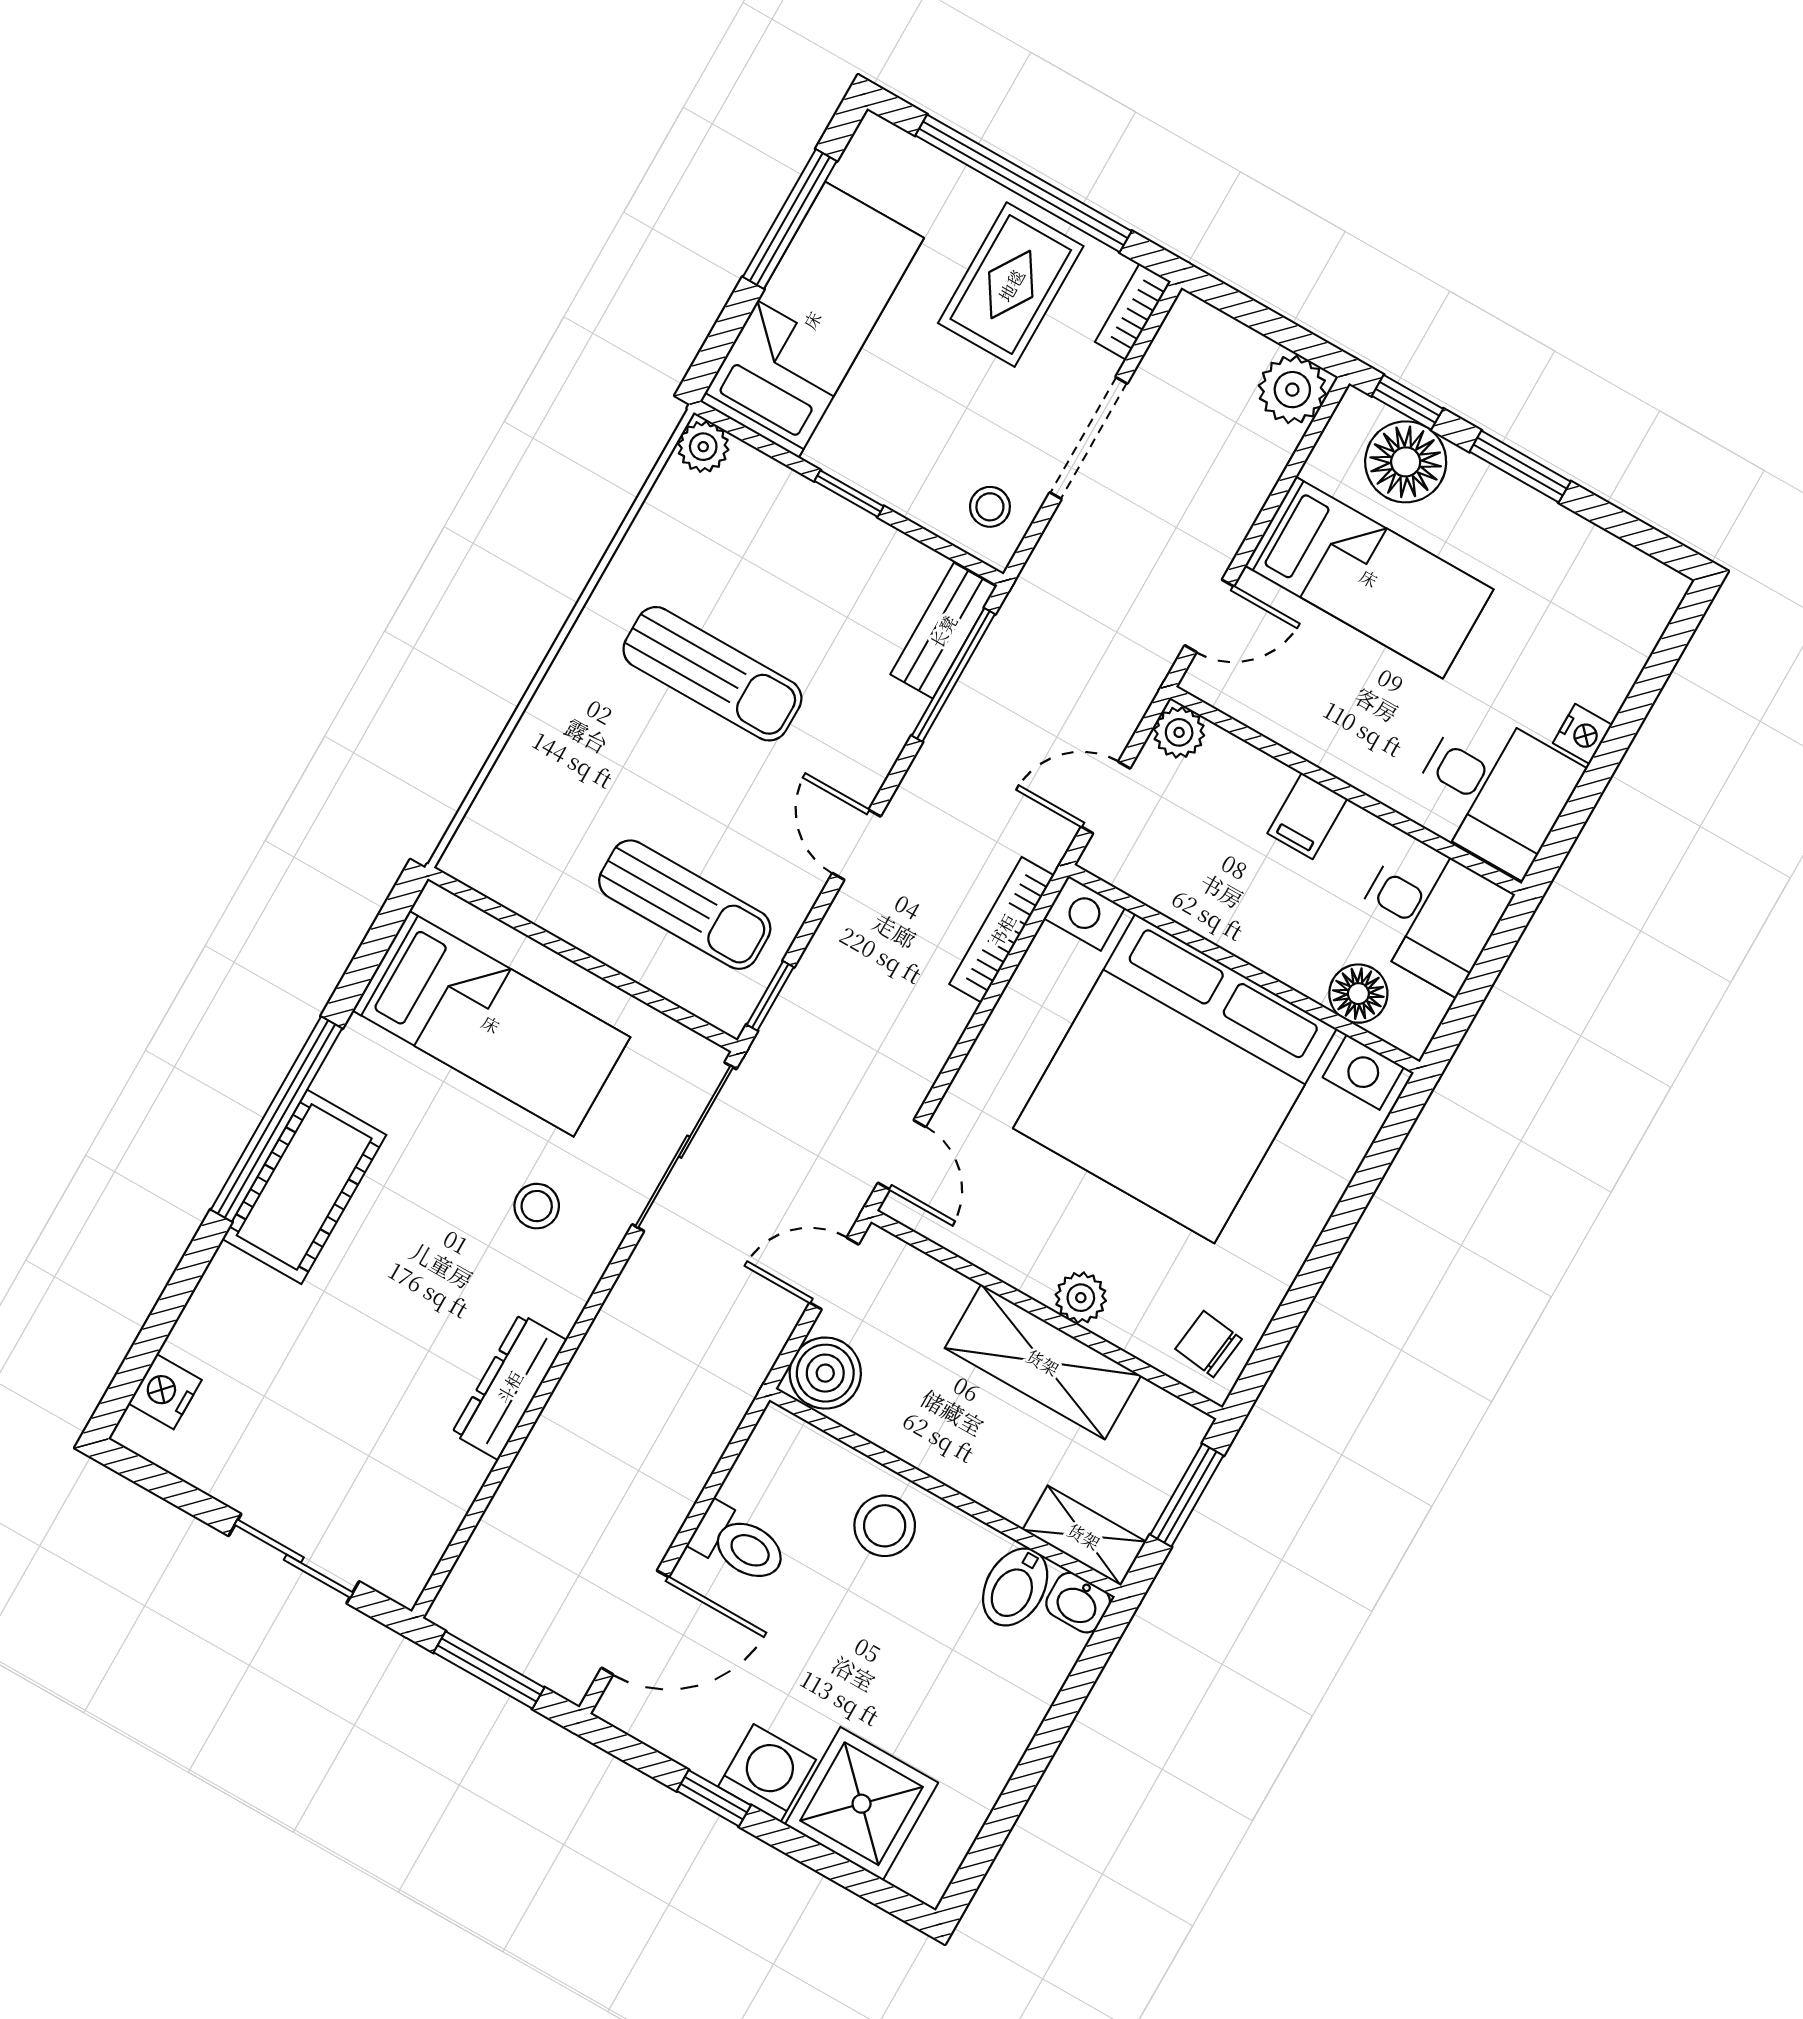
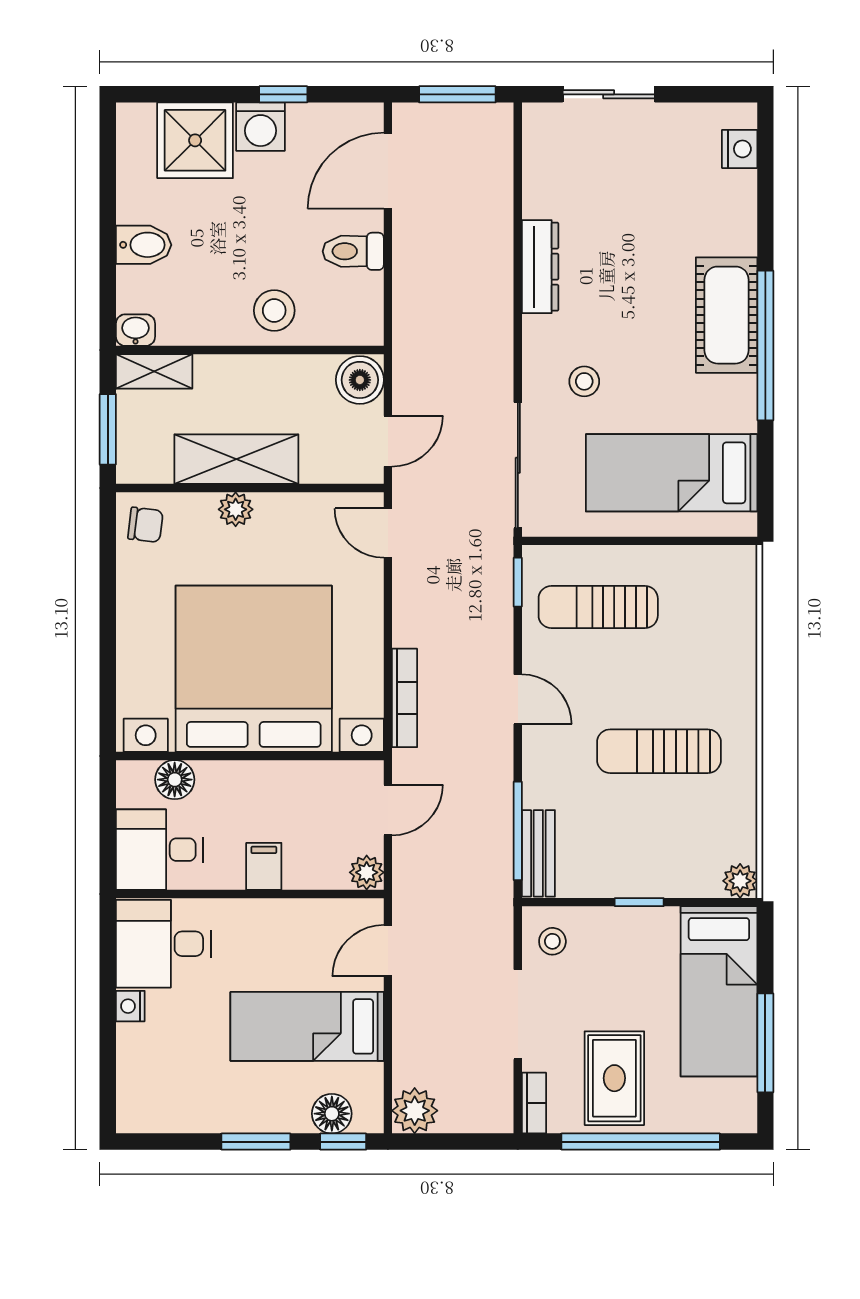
floor lamp: (1406, 462) -> (332, 1114), width x0.73, depth x0.73
bidet: (1015, 1587) -> (144, 245), moved, turned 90

